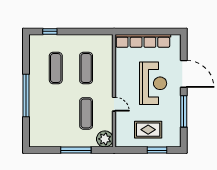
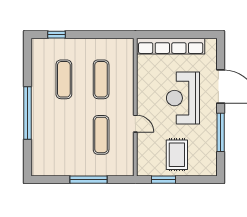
reception desk: (153, 83) -> (183, 98), turned 180
rug: (148, 130) -> (177, 155), turned 90
plant: (105, 139) -> (124, 166), removed
window: (157, 150) -> (164, 180), moved

